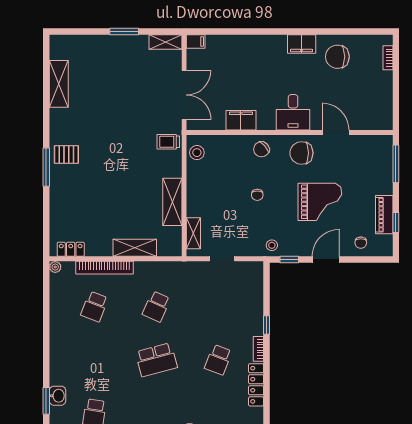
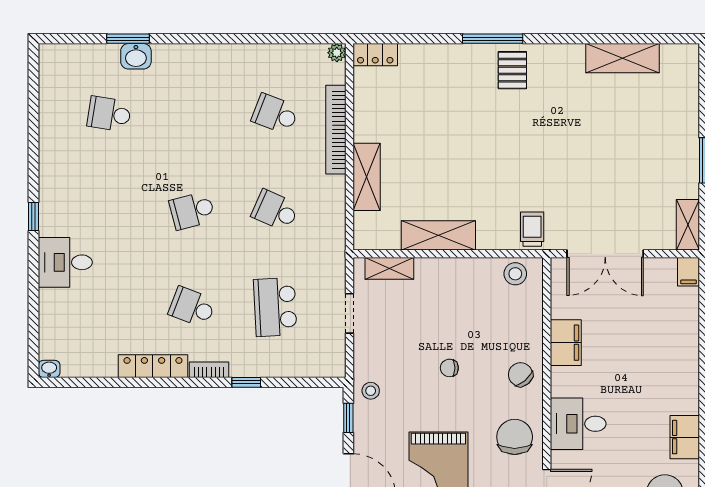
locker: (71, 249) -> (375, 55), moved, turned 90
school desk: (218, 306) -> (275, 307), added
school desk: (156, 360) -> (192, 211), width x0.54

